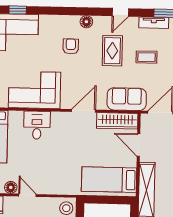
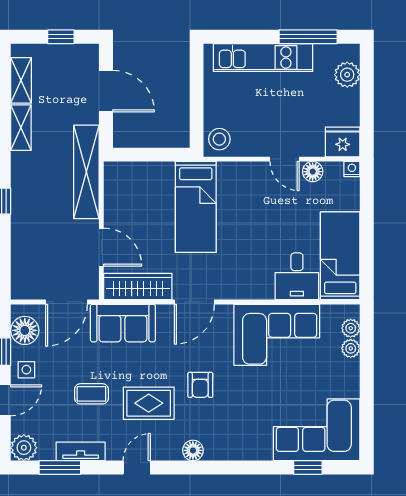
armchair: (71, 46) -> (200, 385), moved
rug: (112, 51) -> (149, 403), turned 90
desk: (37, 125) -> (297, 276), moved
bed: (109, 180) -> (196, 207), moved, turned 90

